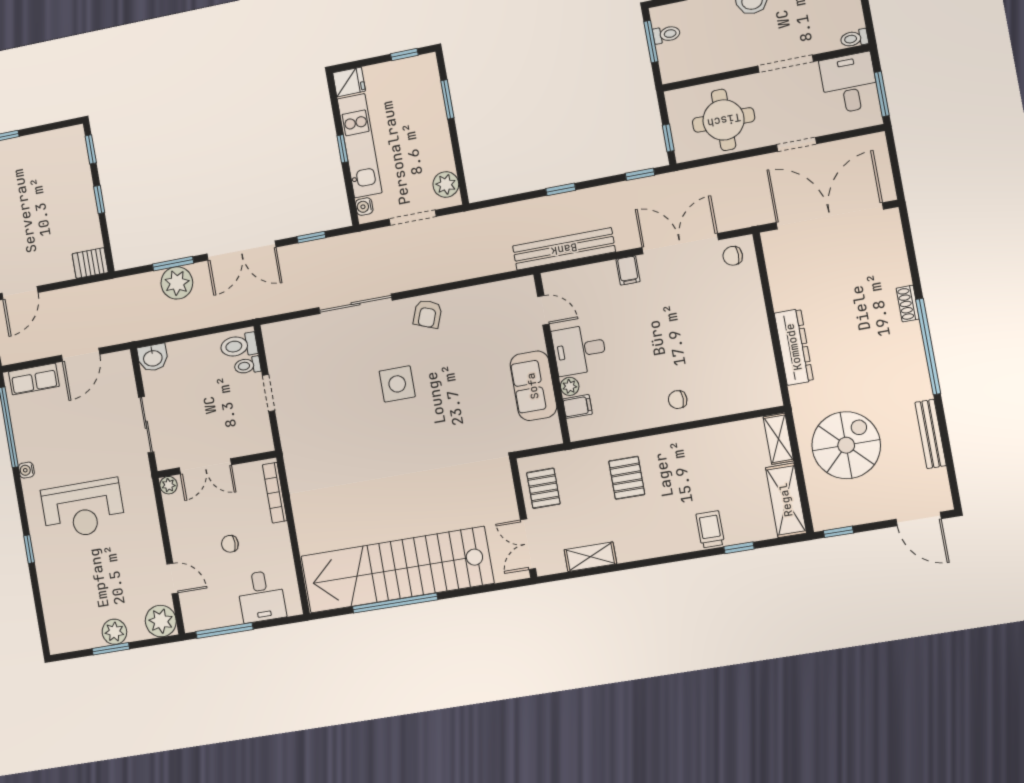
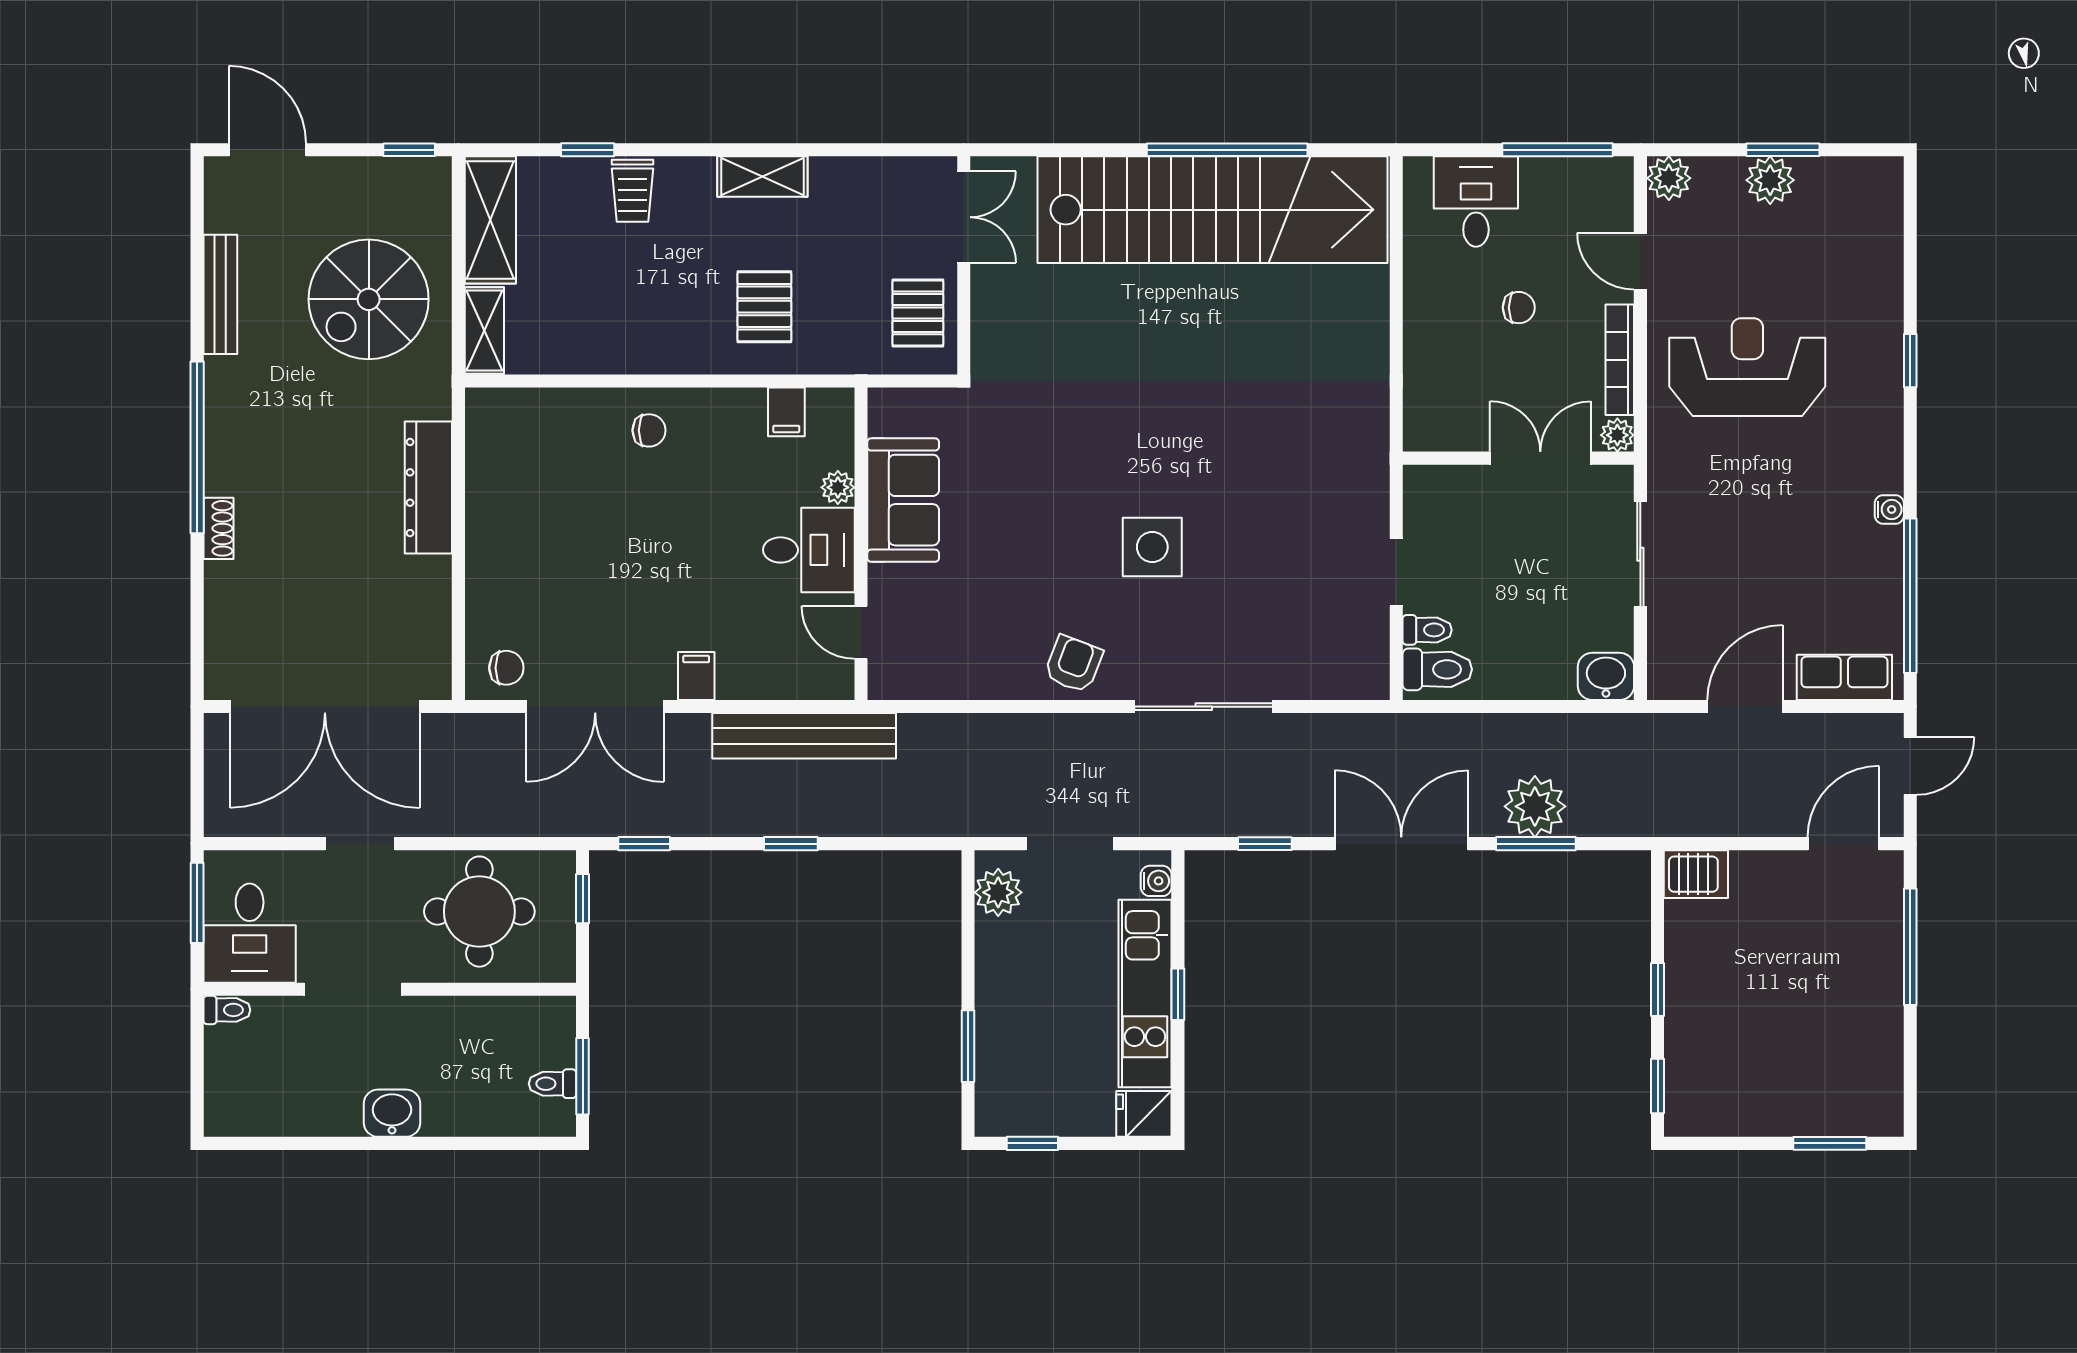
filing cabinet: (577, 406) -> (786, 412), moved, turned -90
bookcase: (275, 493) -> (1620, 360), moved, turned 180
reception desk: (83, 509) -> (1747, 367), moved
shelving: (590, 557) -> (762, 176), moved
plant: (161, 621) -> (1669, 178), width x0.73, depth x0.73

